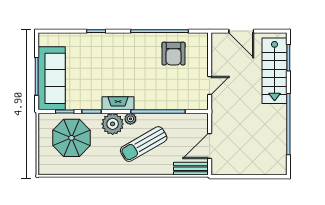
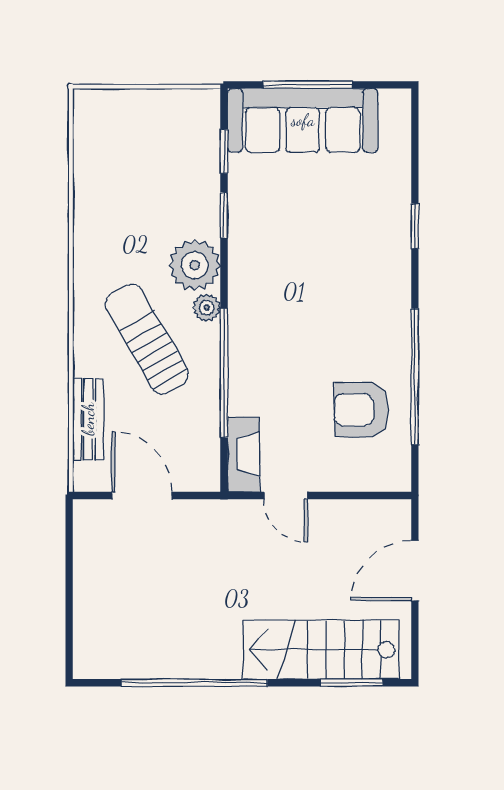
fireplace: (118, 103) -> (244, 454), moved
parasol: (71, 138) -> (161, 168), removed
bench: (191, 169) -> (88, 419), moved

